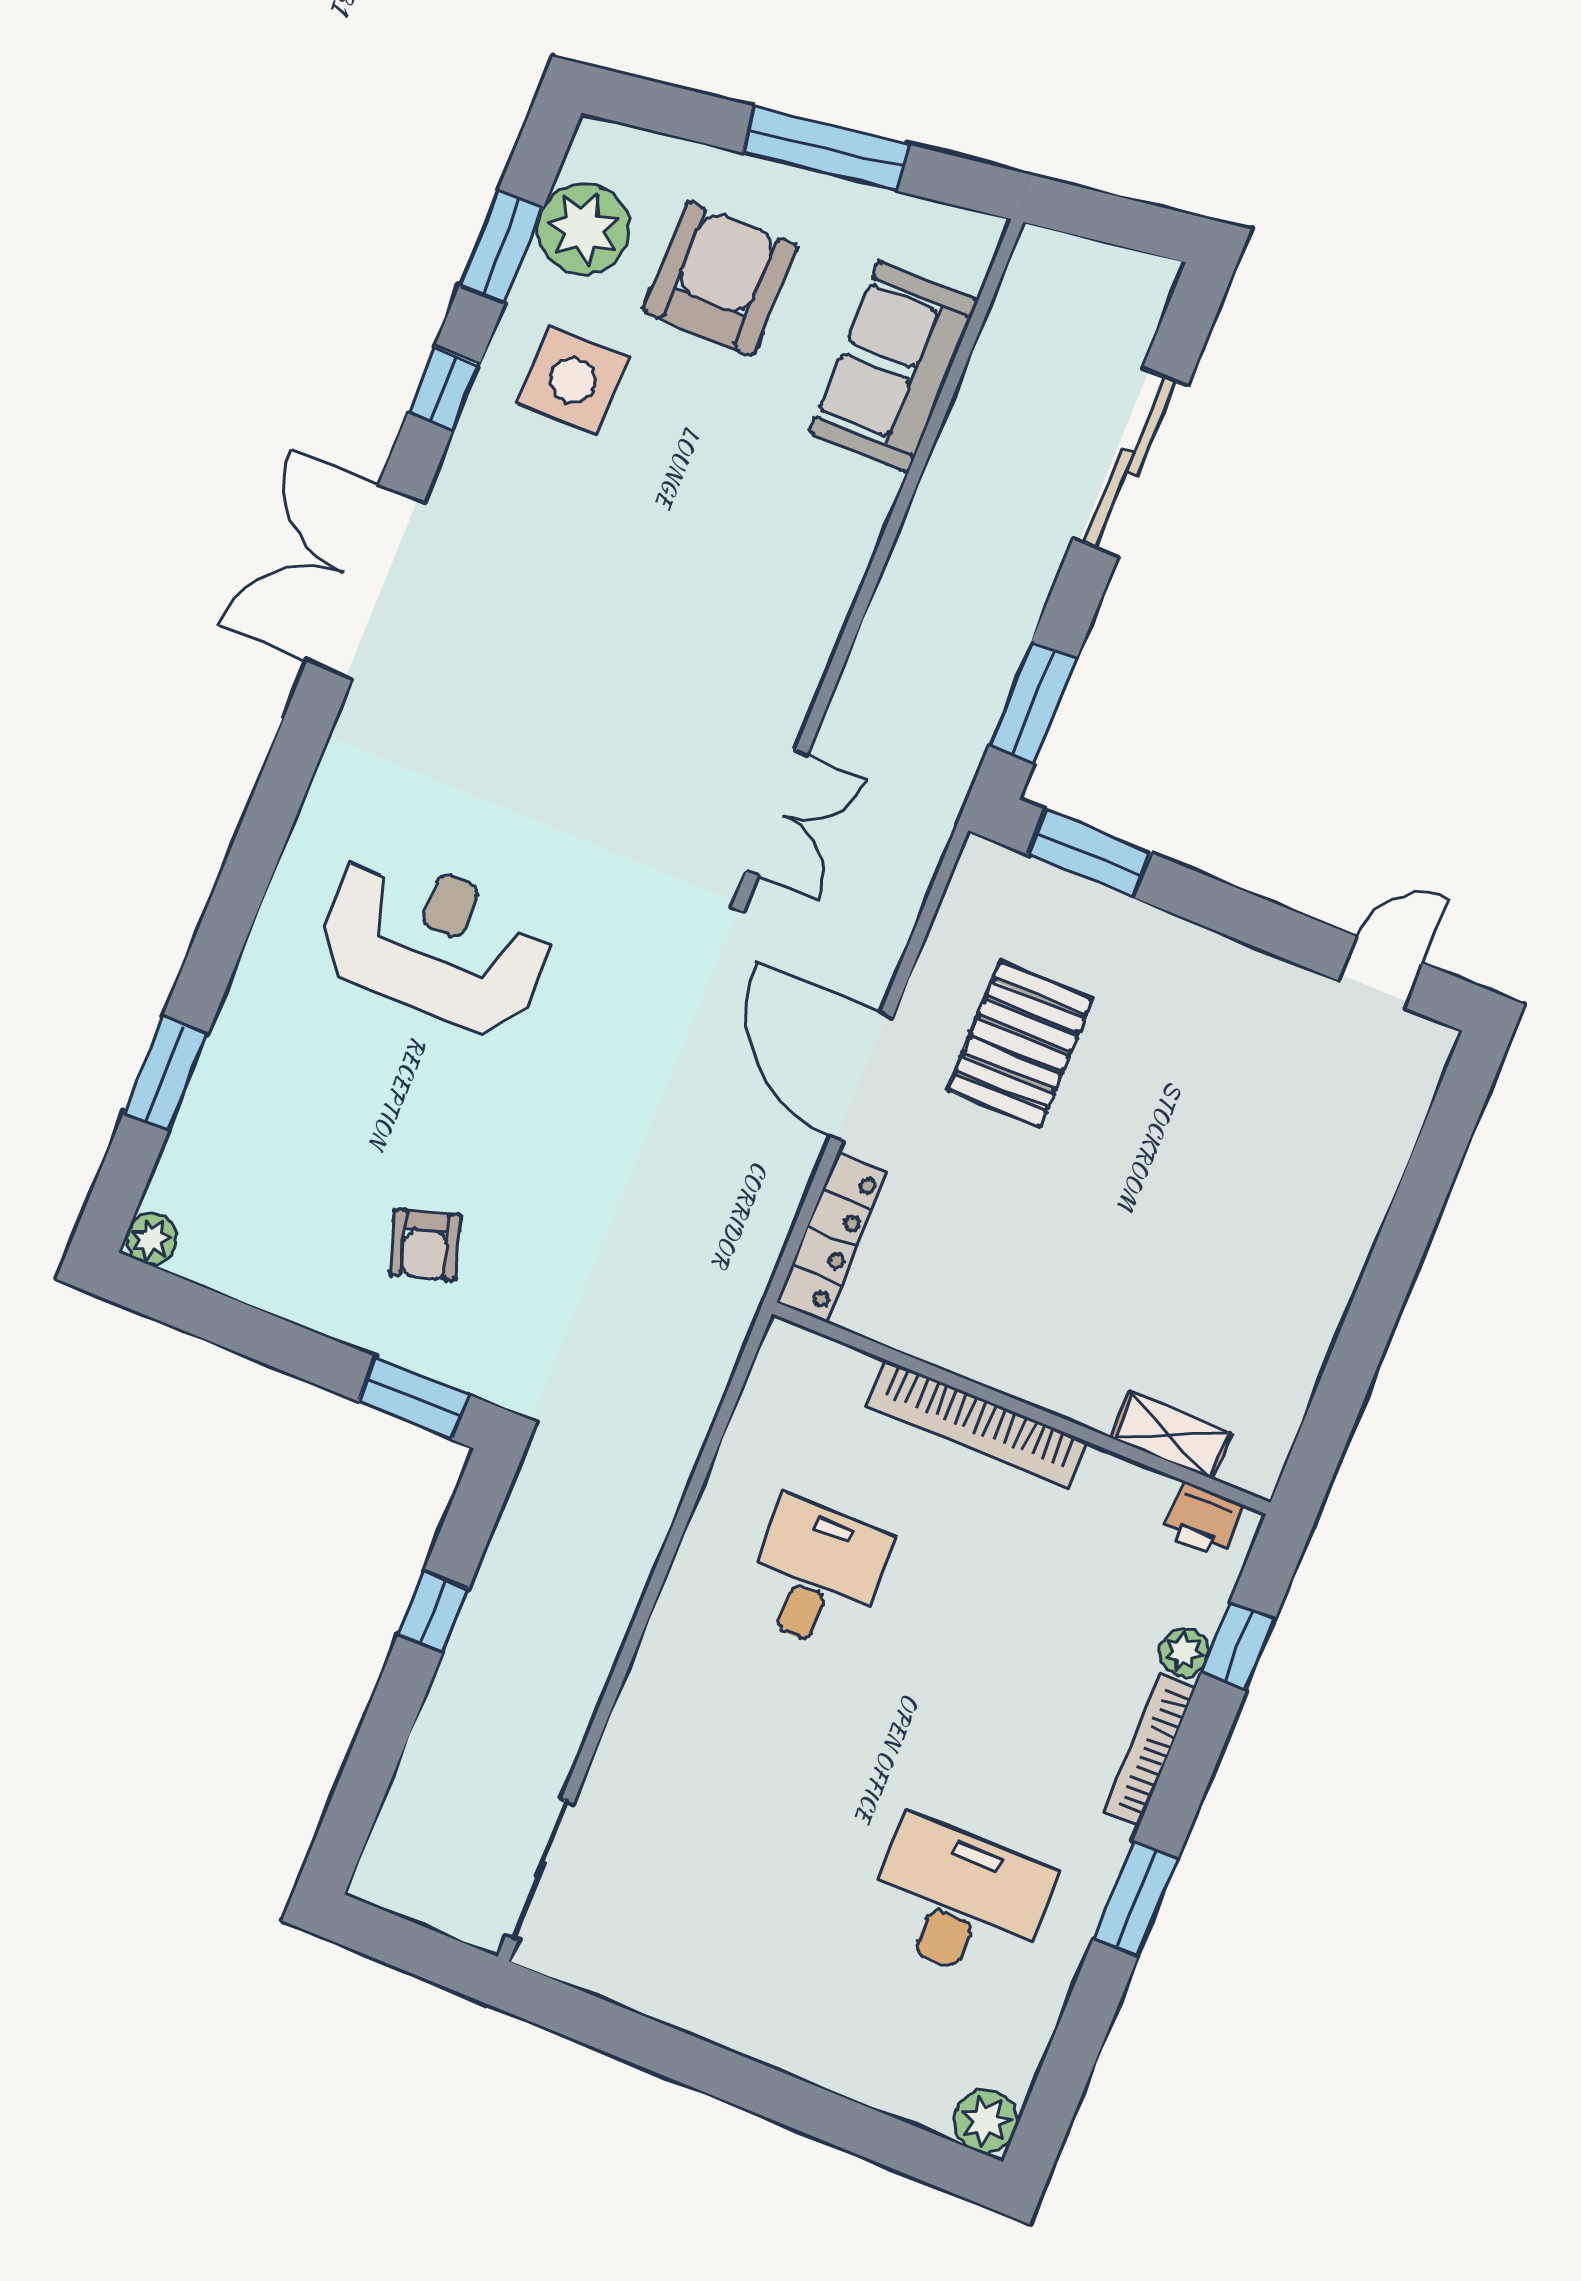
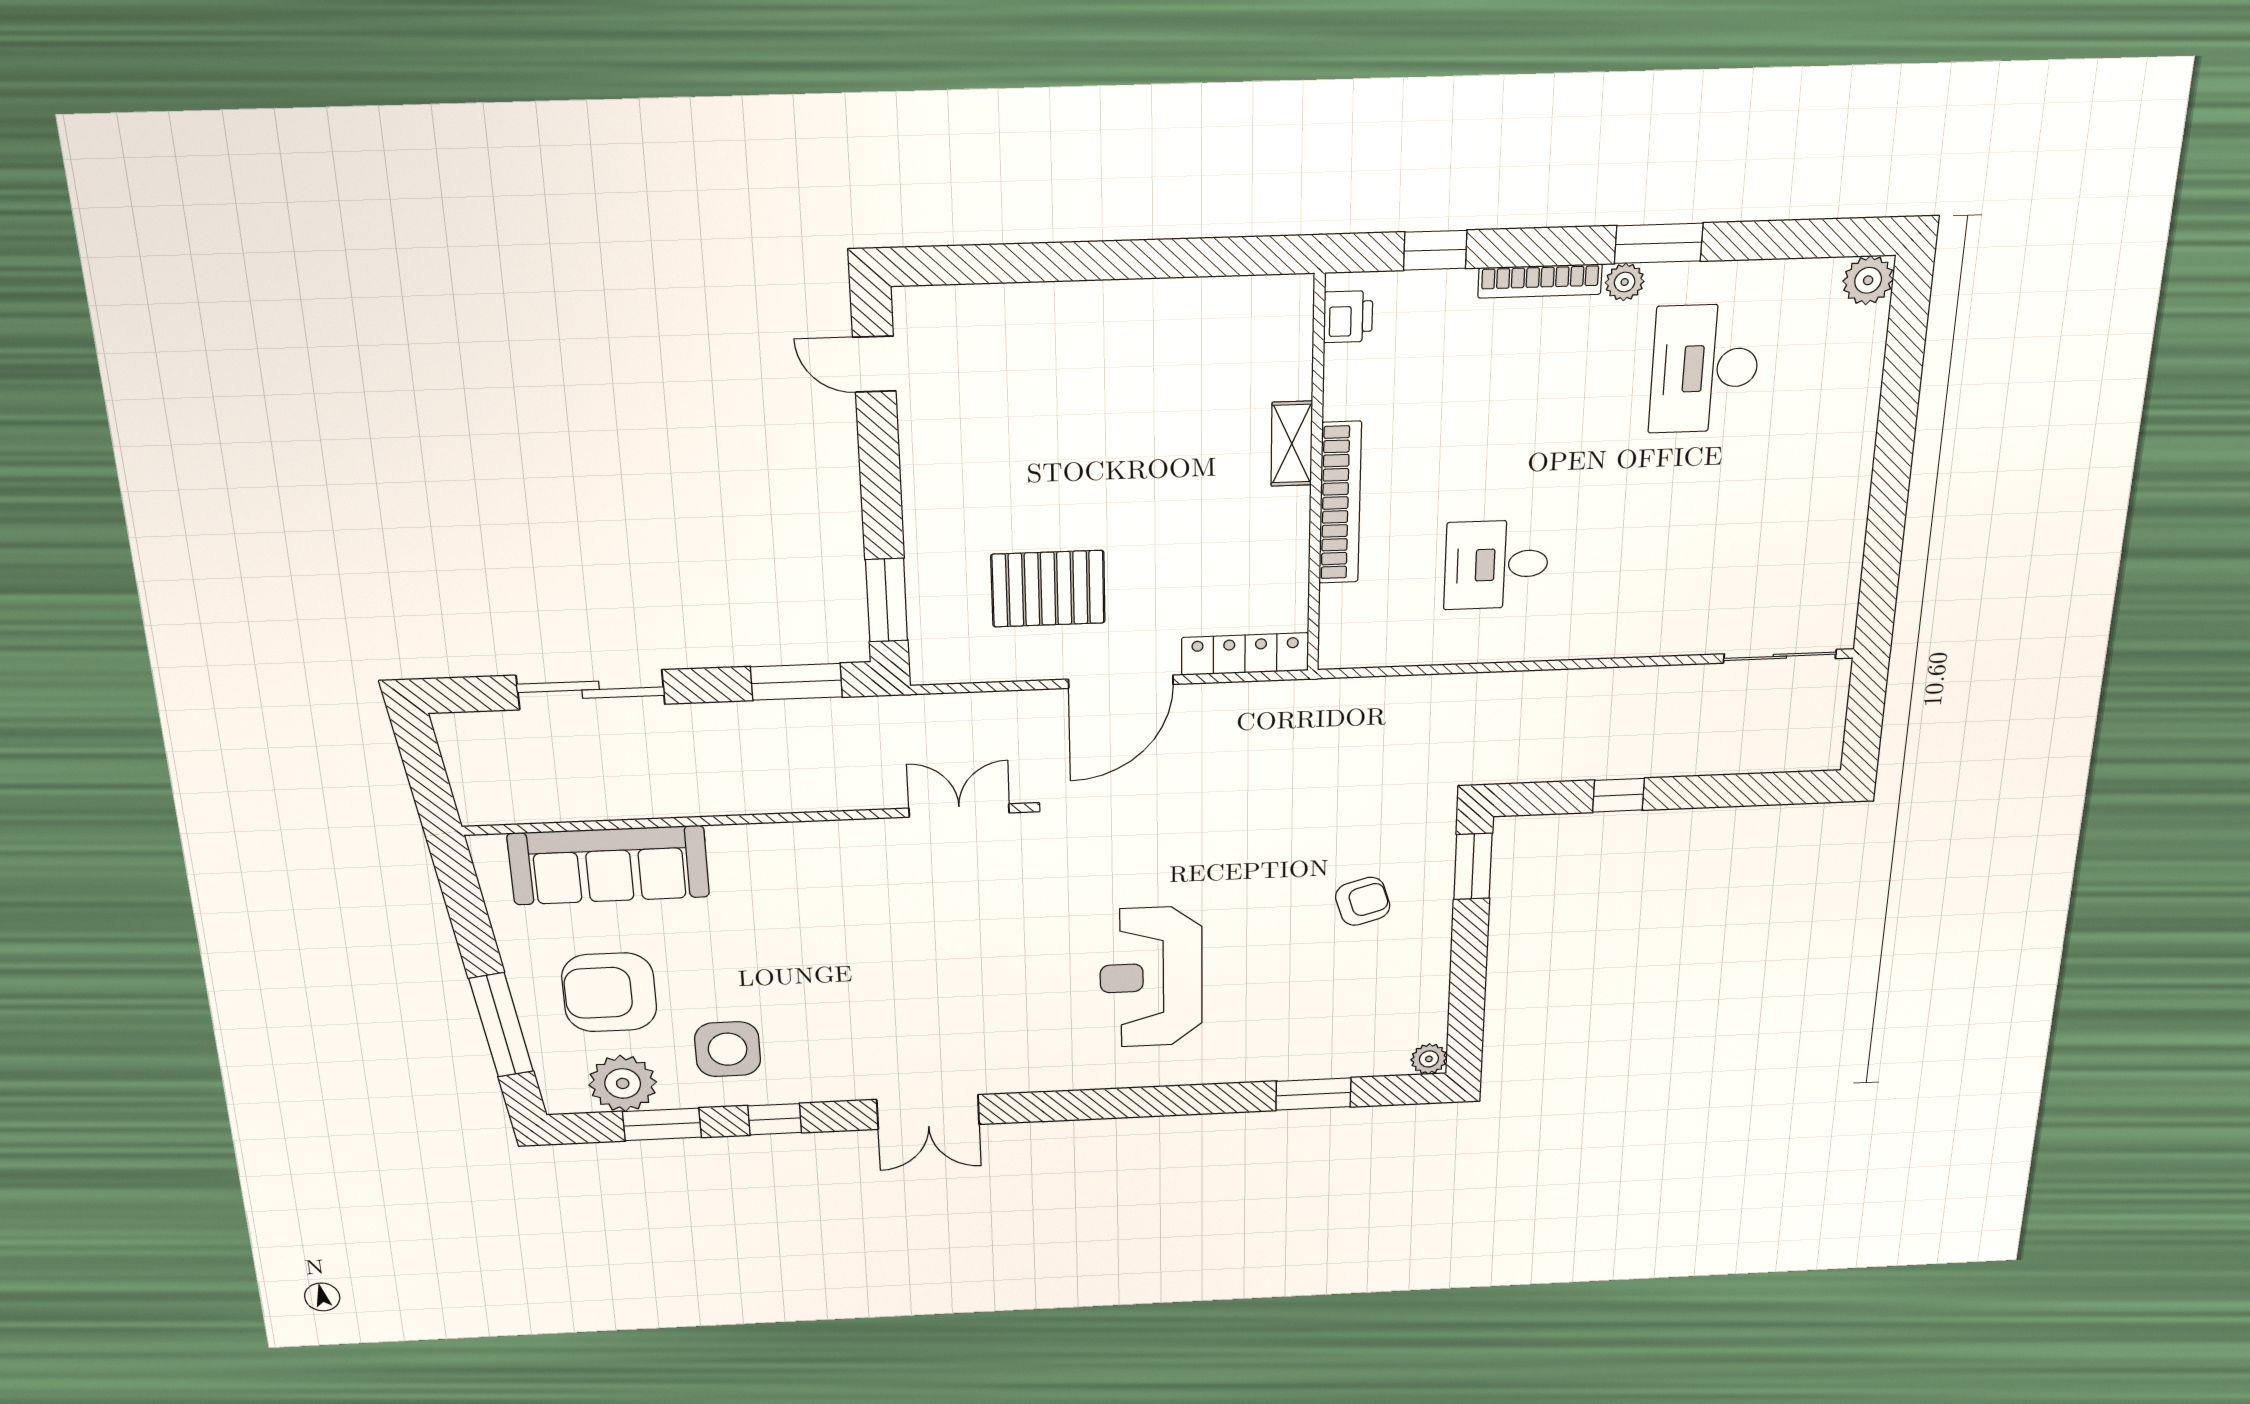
window: (825, 149) -> (501, 1025), moved
sofa: (894, 367) -> (609, 865), width x1.36
double door: (365, 582) -> (928, 1112), width x0.73
shelving: (1171, 1436) -> (1292, 444), moved
plant: (1184, 1652) -> (1625, 282), moved

